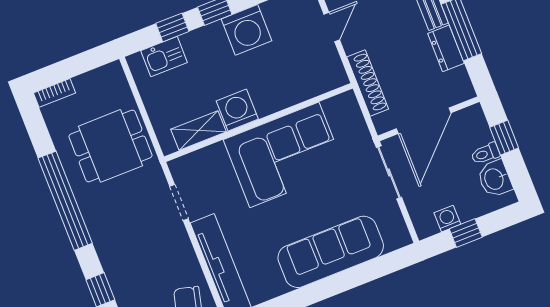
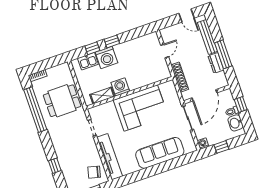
washing machine: (247, 30) -> (106, 57), moved
window: (65, 201) -> (35, 110), moved
washing machine: (447, 219) -> (203, 144), moved

